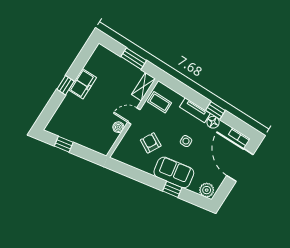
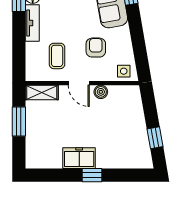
coffee table: (160, 102) -> (57, 56), moved
side table: (186, 141) -> (124, 71), moved
armchair: (151, 143) -> (96, 48), turned 151

